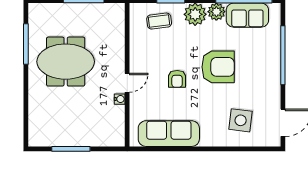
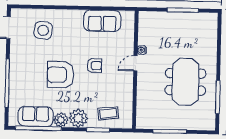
meeting table: (66, 62) -> (186, 82), turned 90
armchair: (177, 79) -> (94, 66), turned 90
sofa: (169, 134) -> (102, 21), width x0.73

